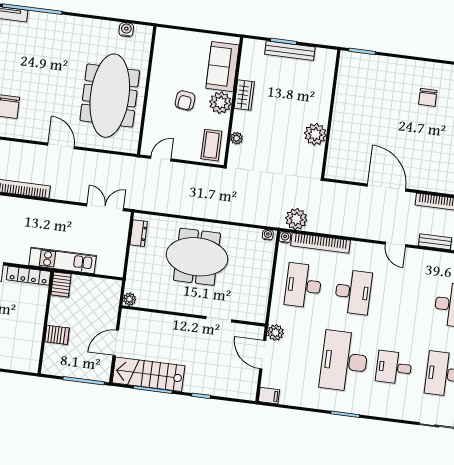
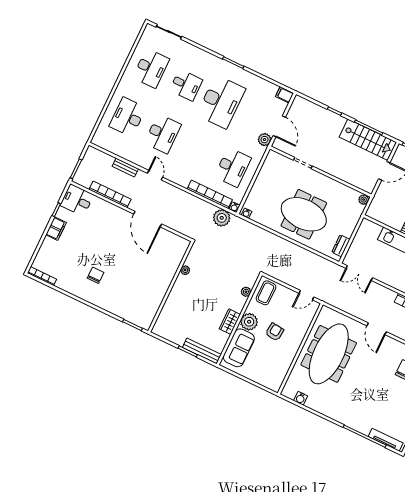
bench: (290, 51) -> (202, 351), moved
plant: (315, 134) -> (185, 270), width x0.53, depth x0.53
desk: (353, 292) -> (163, 134), moved, turned 180

